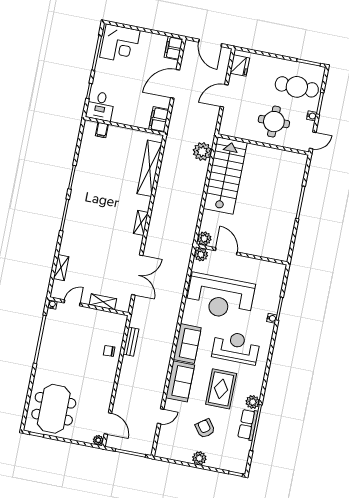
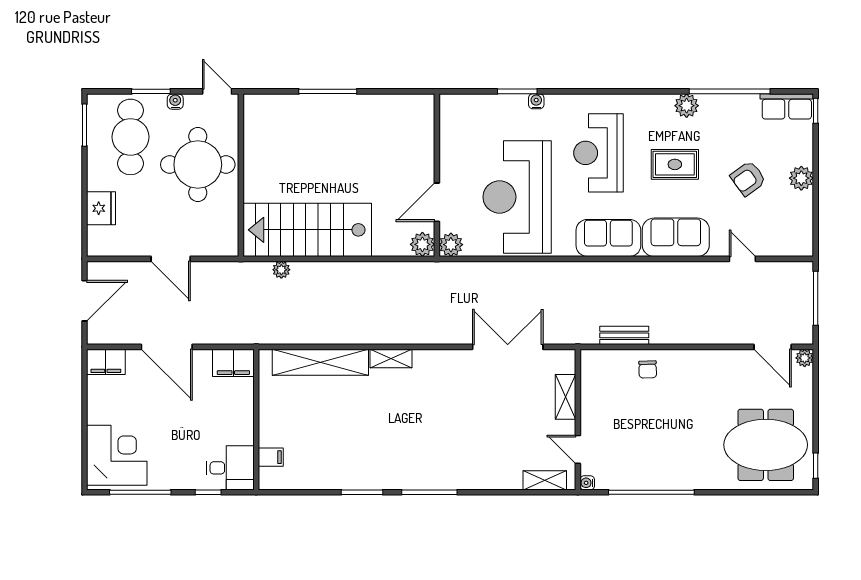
fridge: (240, 66) -> (101, 208), moved, turned 90
round table: (274, 122) -> (198, 165), width x1.36, depth x1.36
plant: (202, 152) -> (281, 270), width x0.53, depth x0.53
shelving: (141, 223) -> (391, 358), moved
shelving: (61, 268) -> (545, 480), moved
reception desk: (220, 297) -> (517, 197), turned 180
rug: (221, 389) -> (675, 164), width x0.73, depth x0.70
door: (108, 423) -> (773, 347), swing flipped
row of seats: (248, 425) -> (787, 106), moved

